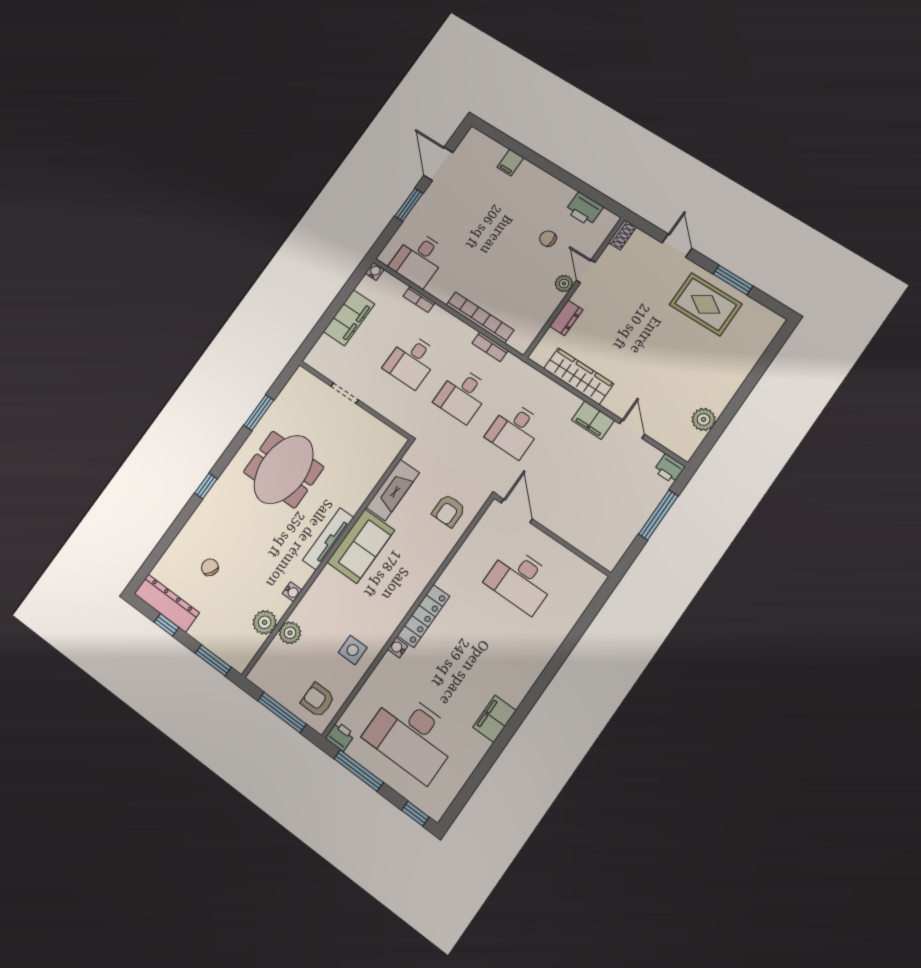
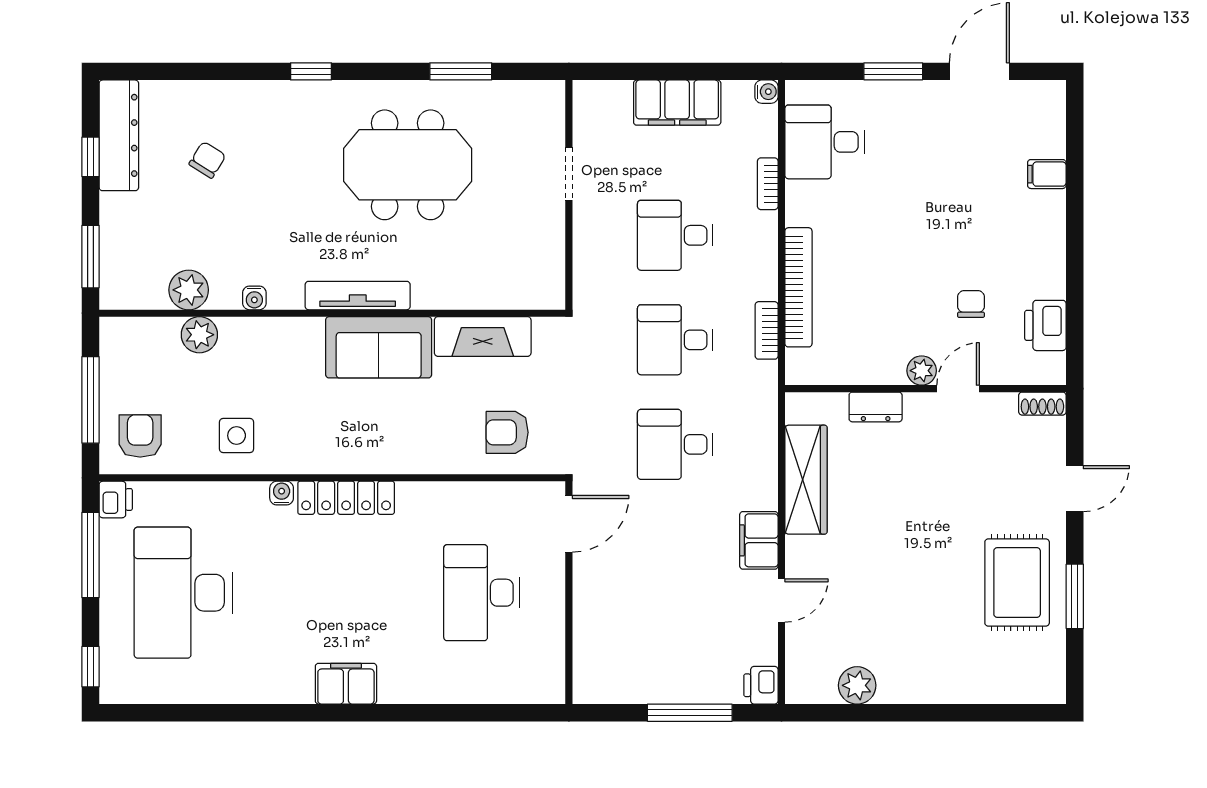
filing cabinet: (494, 719) -> (346, 684), moved

